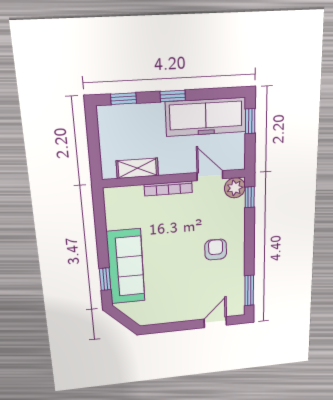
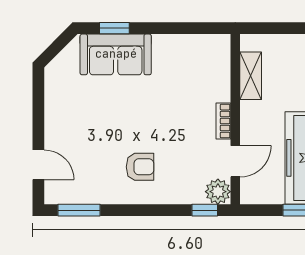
bookcase: (168, 188) -> (223, 121), width x0.64
sofa: (126, 267) -> (116, 54), width x0.73

